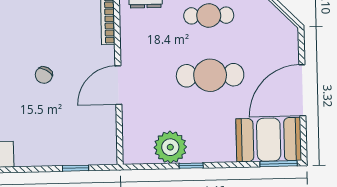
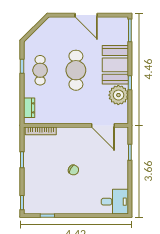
door: (118, 85) -> (103, 125), moved
door: (302, 90) -> (86, 15), width x0.73
booth: (269, 140) -> (115, 65), moved

